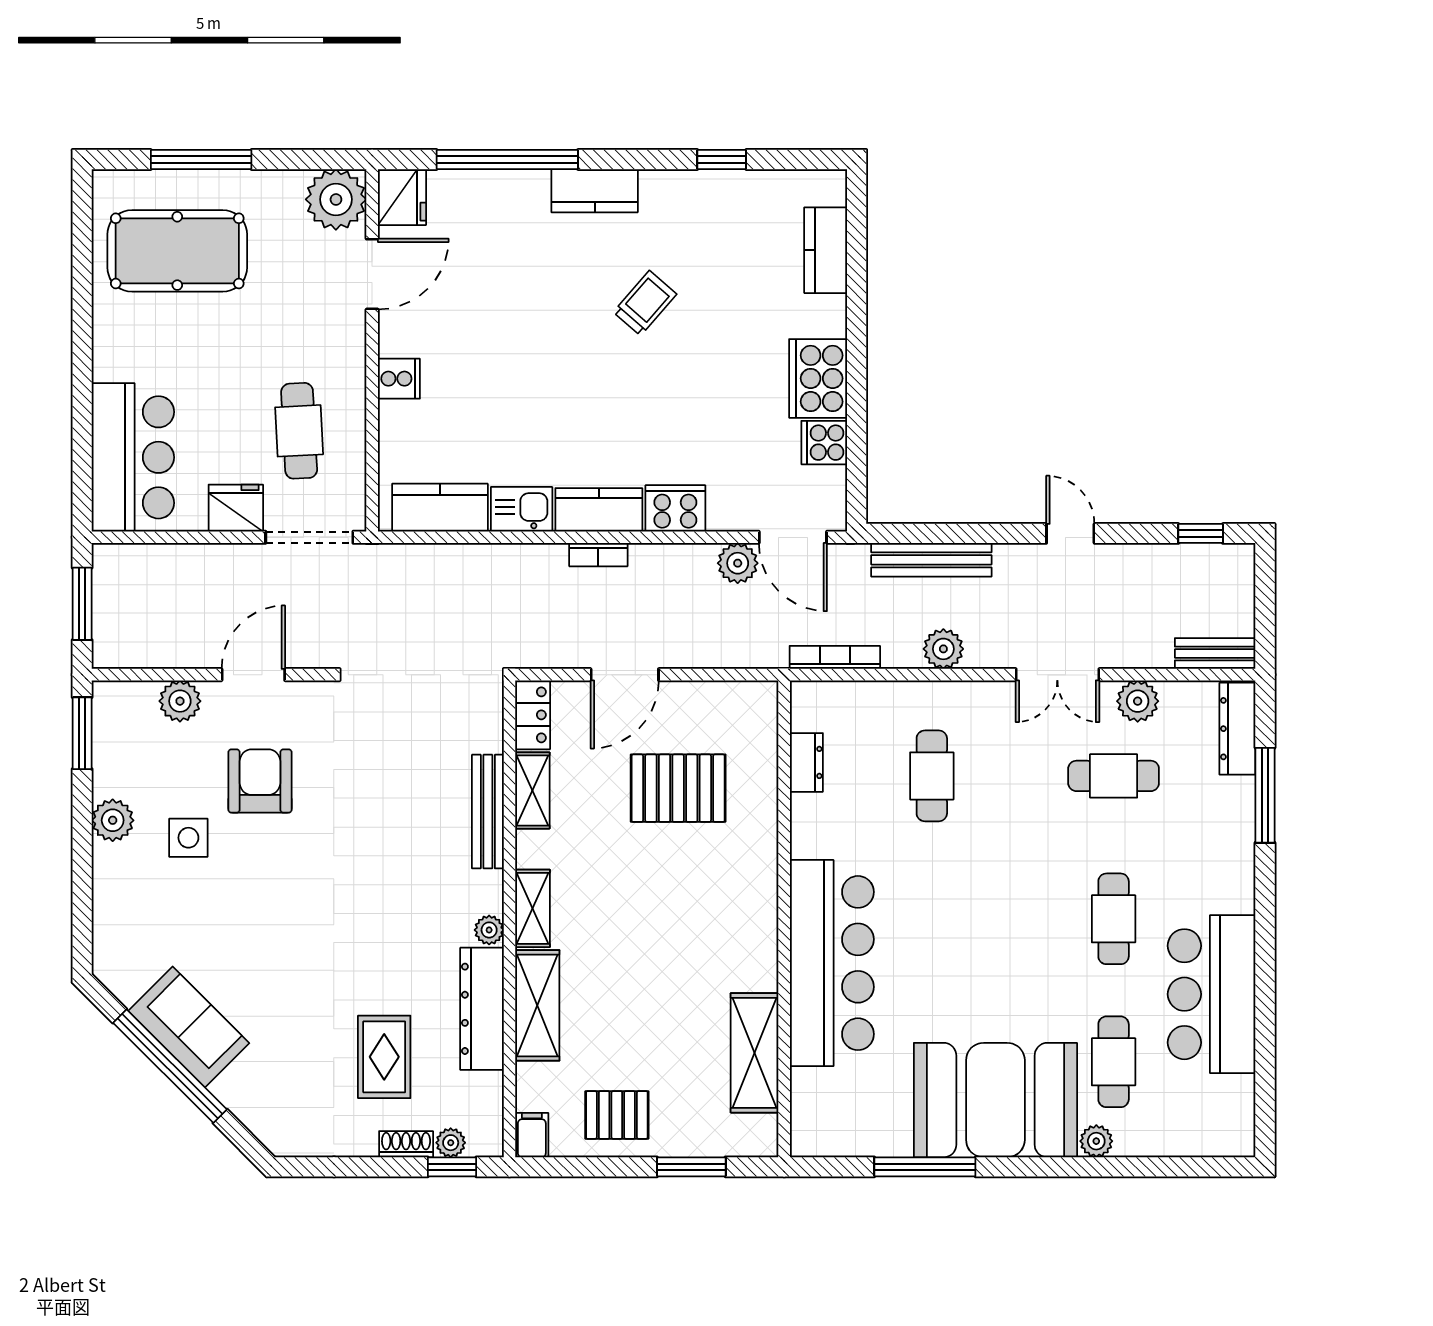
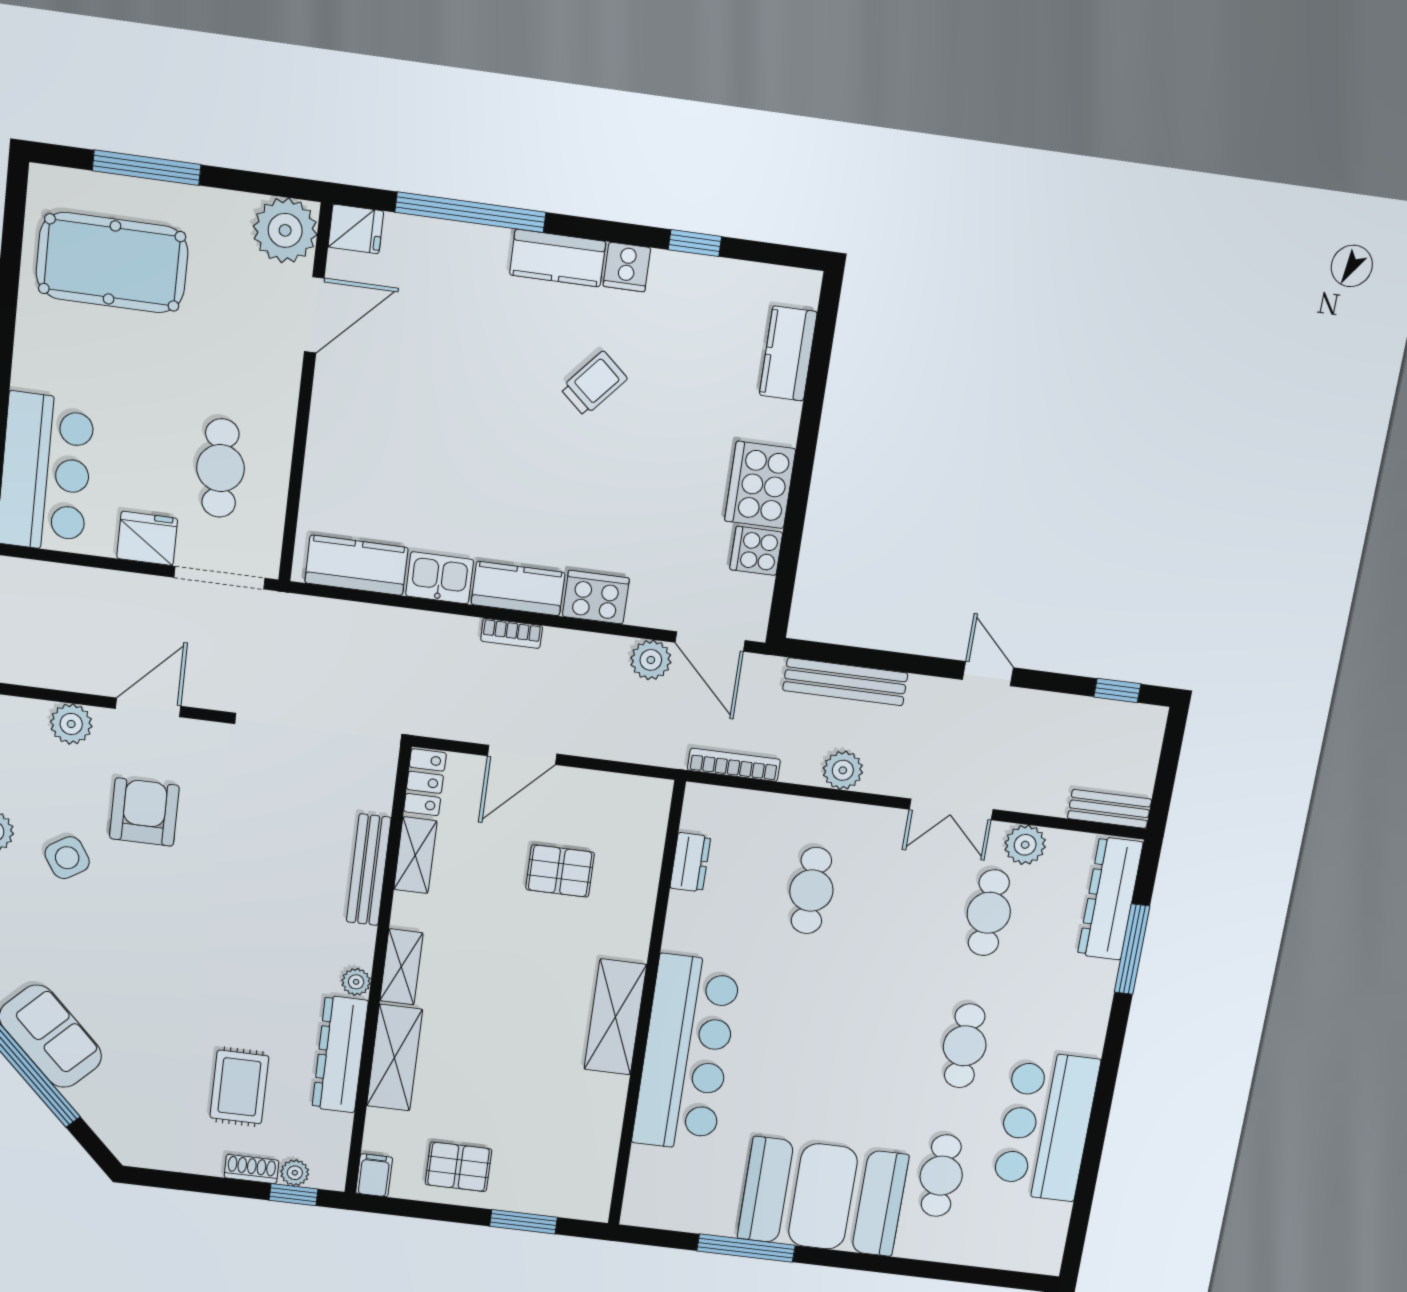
fridge: (402, 197) -> (356, 229), width x0.72
cooker: (399, 379) -> (627, 267), moved, turned 90
dresser: (1237, 729) -> (1110, 899), width x1.37, depth x1.24
cafe table: (1114, 776) -> (989, 913), turned 90
pallet: (678, 788) -> (560, 871), width x0.67, depth x0.71
side table: (188, 838) -> (67, 858), turned -32
shelving: (755, 1053) -> (615, 1017), moved
plant: (1096, 1141) -> (912, 1244), removed

